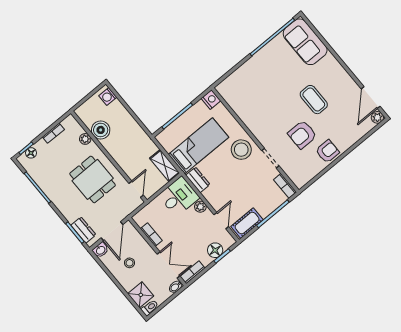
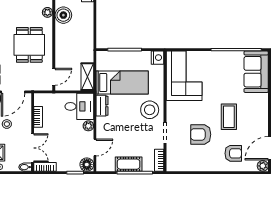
corner sofa: (247, 96) -> (184, 76), added
armchair: (327, 151) -> (233, 153), moved
cot: (247, 223) -> (129, 164), moved
floor lamp: (215, 250) -> (87, 165), moved

